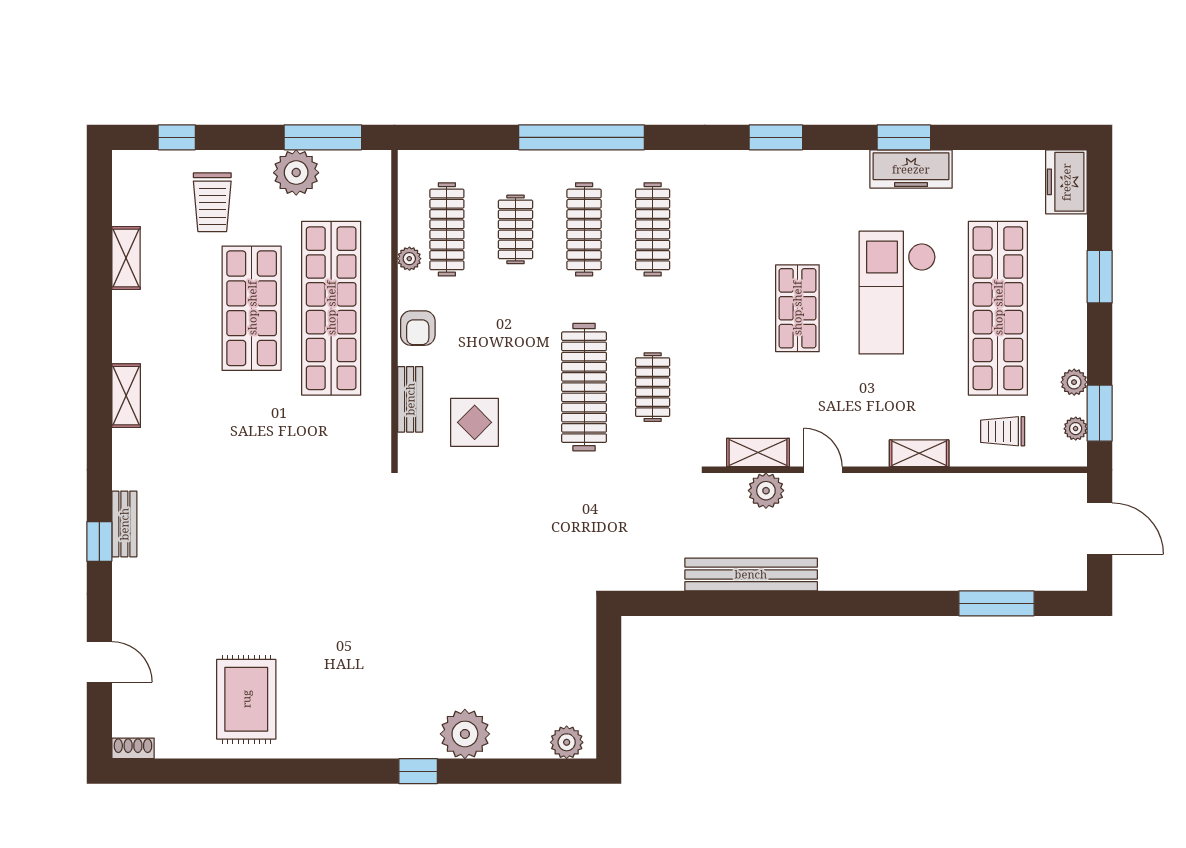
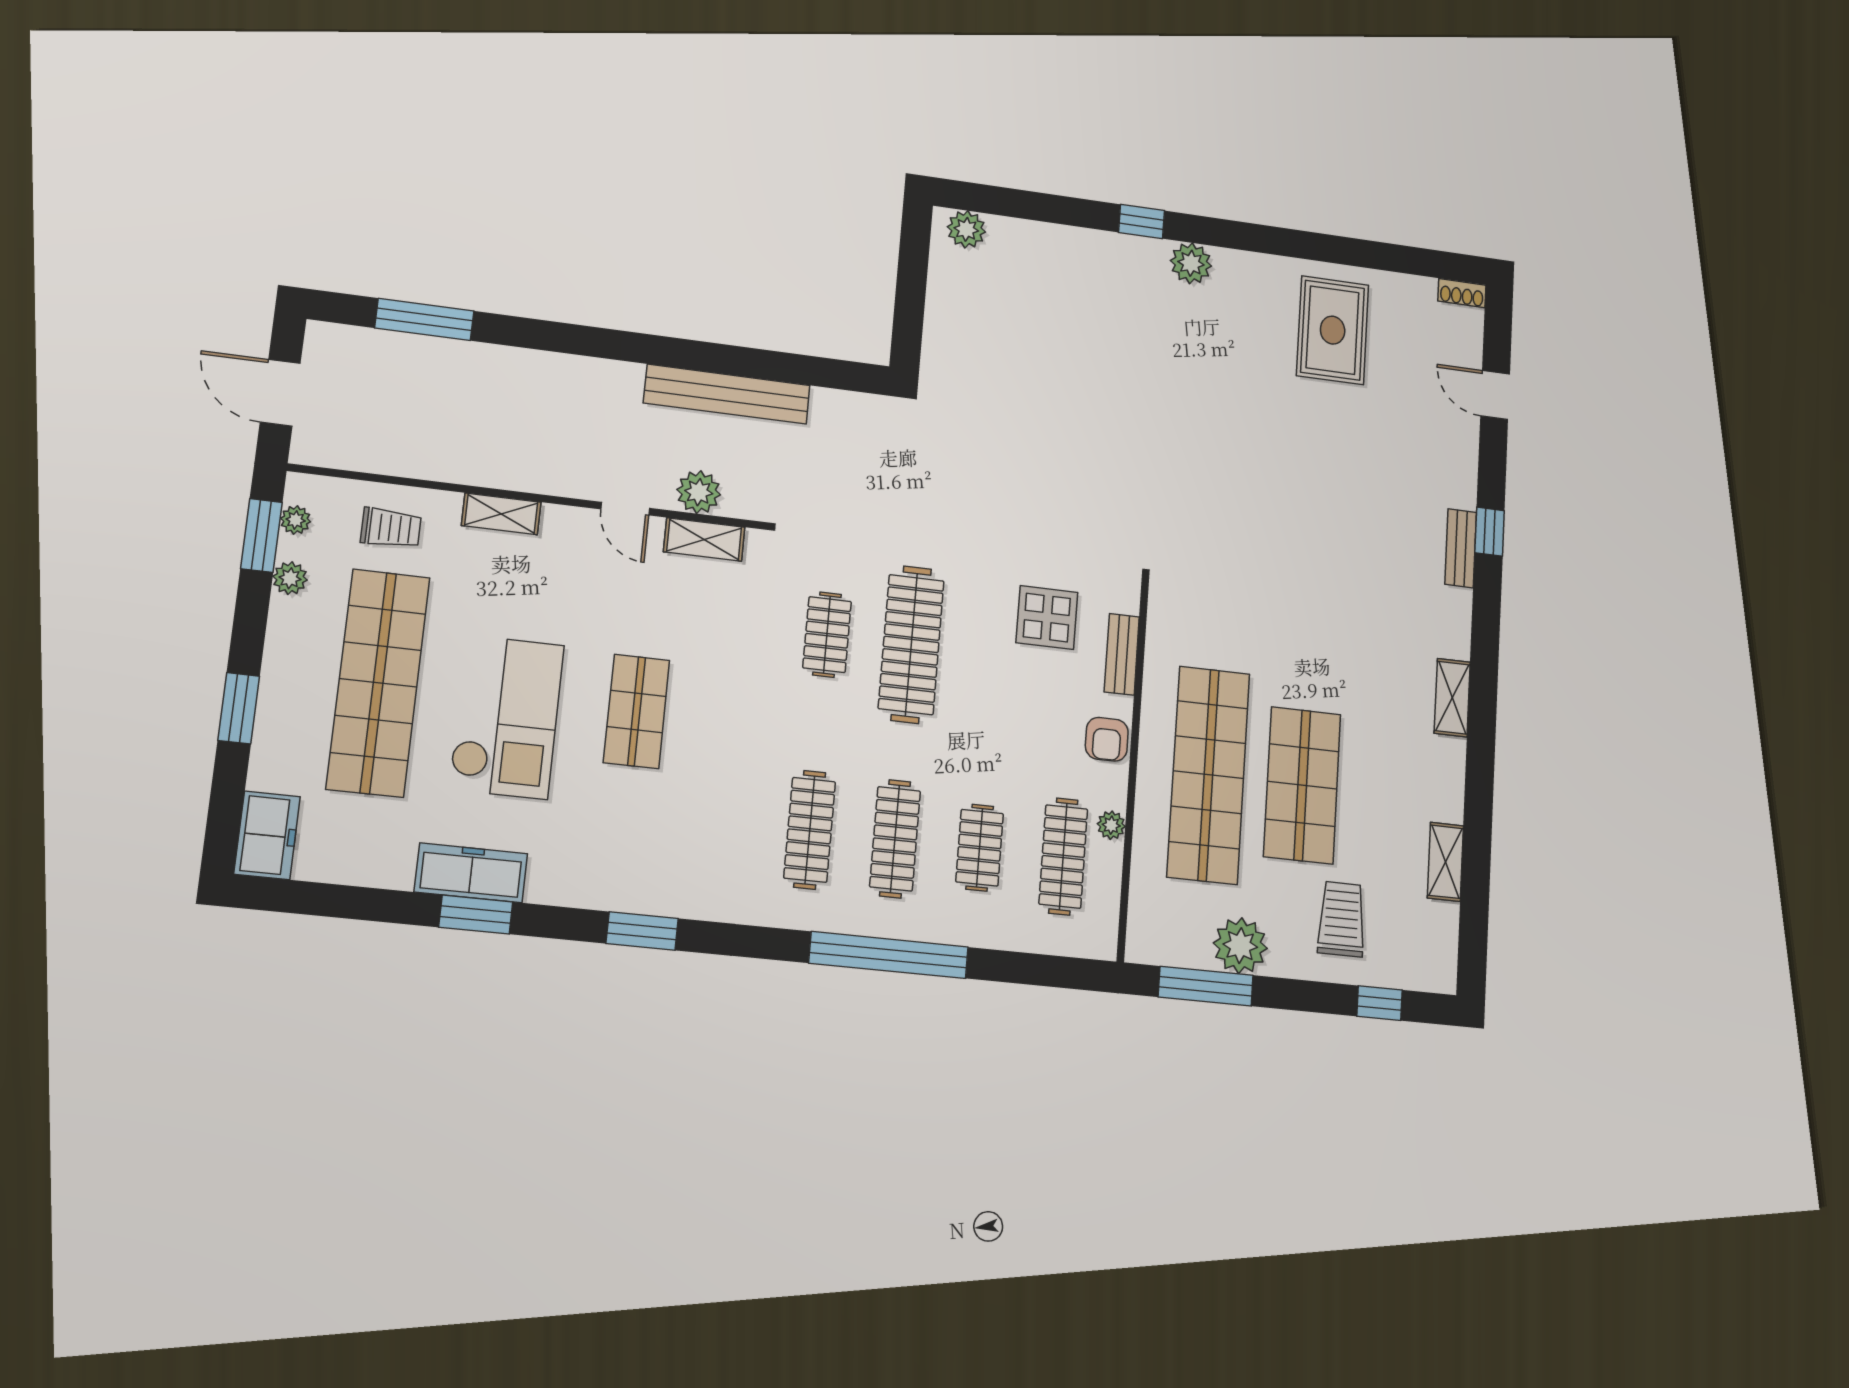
armchair: (418, 328) -> (1107, 739), turned 180
plant: (465, 734) -> (1191, 263), moved, width x0.73, depth x0.73

